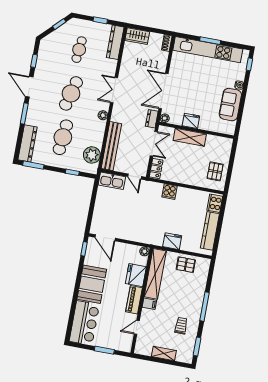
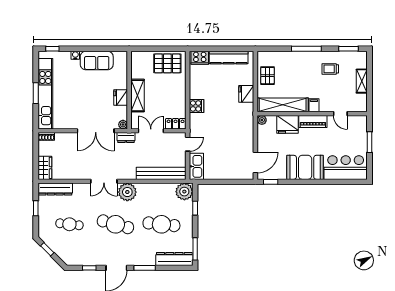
plant: (103, 115) -> (127, 192), width x1.88, depth x1.88
plant: (92, 155) -> (184, 192), moved
pallet: (215, 171) -> (167, 63), width x1.50, depth x1.42

